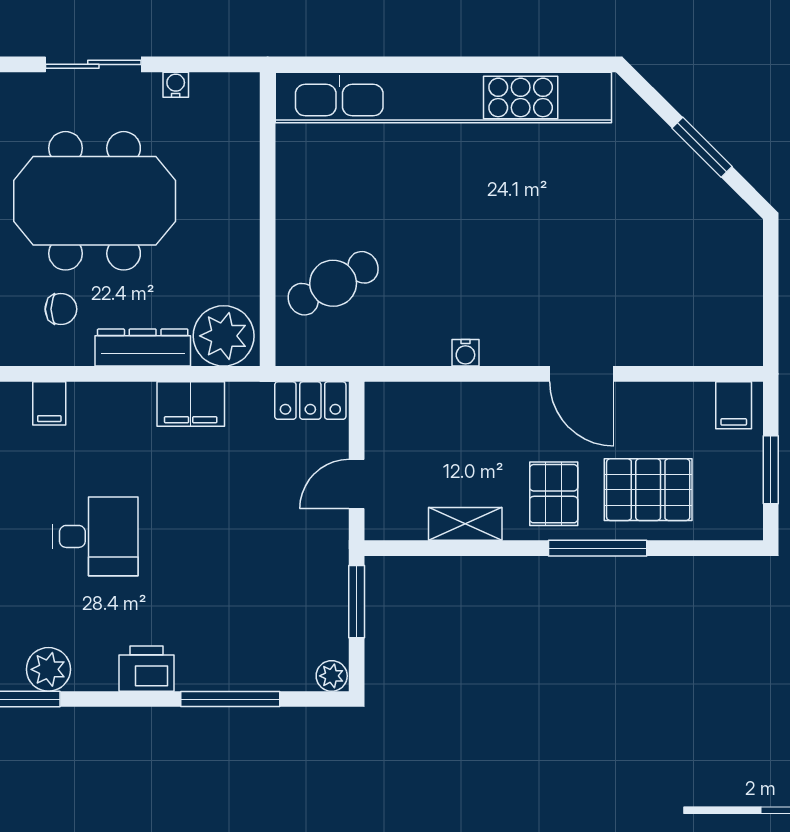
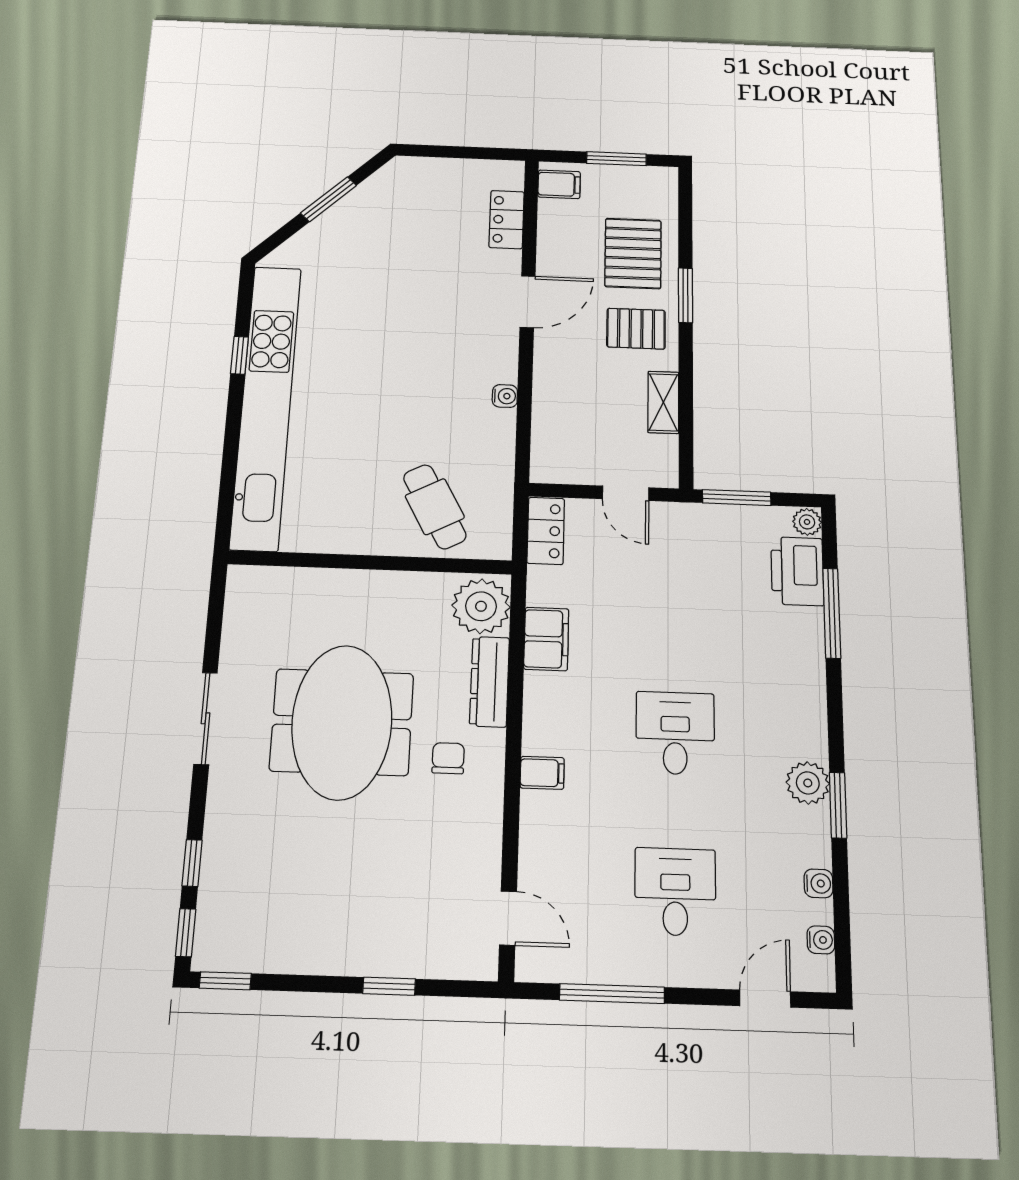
window: (502, 64) -> (239, 355), added
water cooler: (176, 85) -> (233, 641), removed
locker: (685, 348) -> (507, 220), added
window: (598, 548) -> (685, 295), width x0.69
printer: (147, 669) -> (797, 571), moved, width x1.37, depth x1.19

